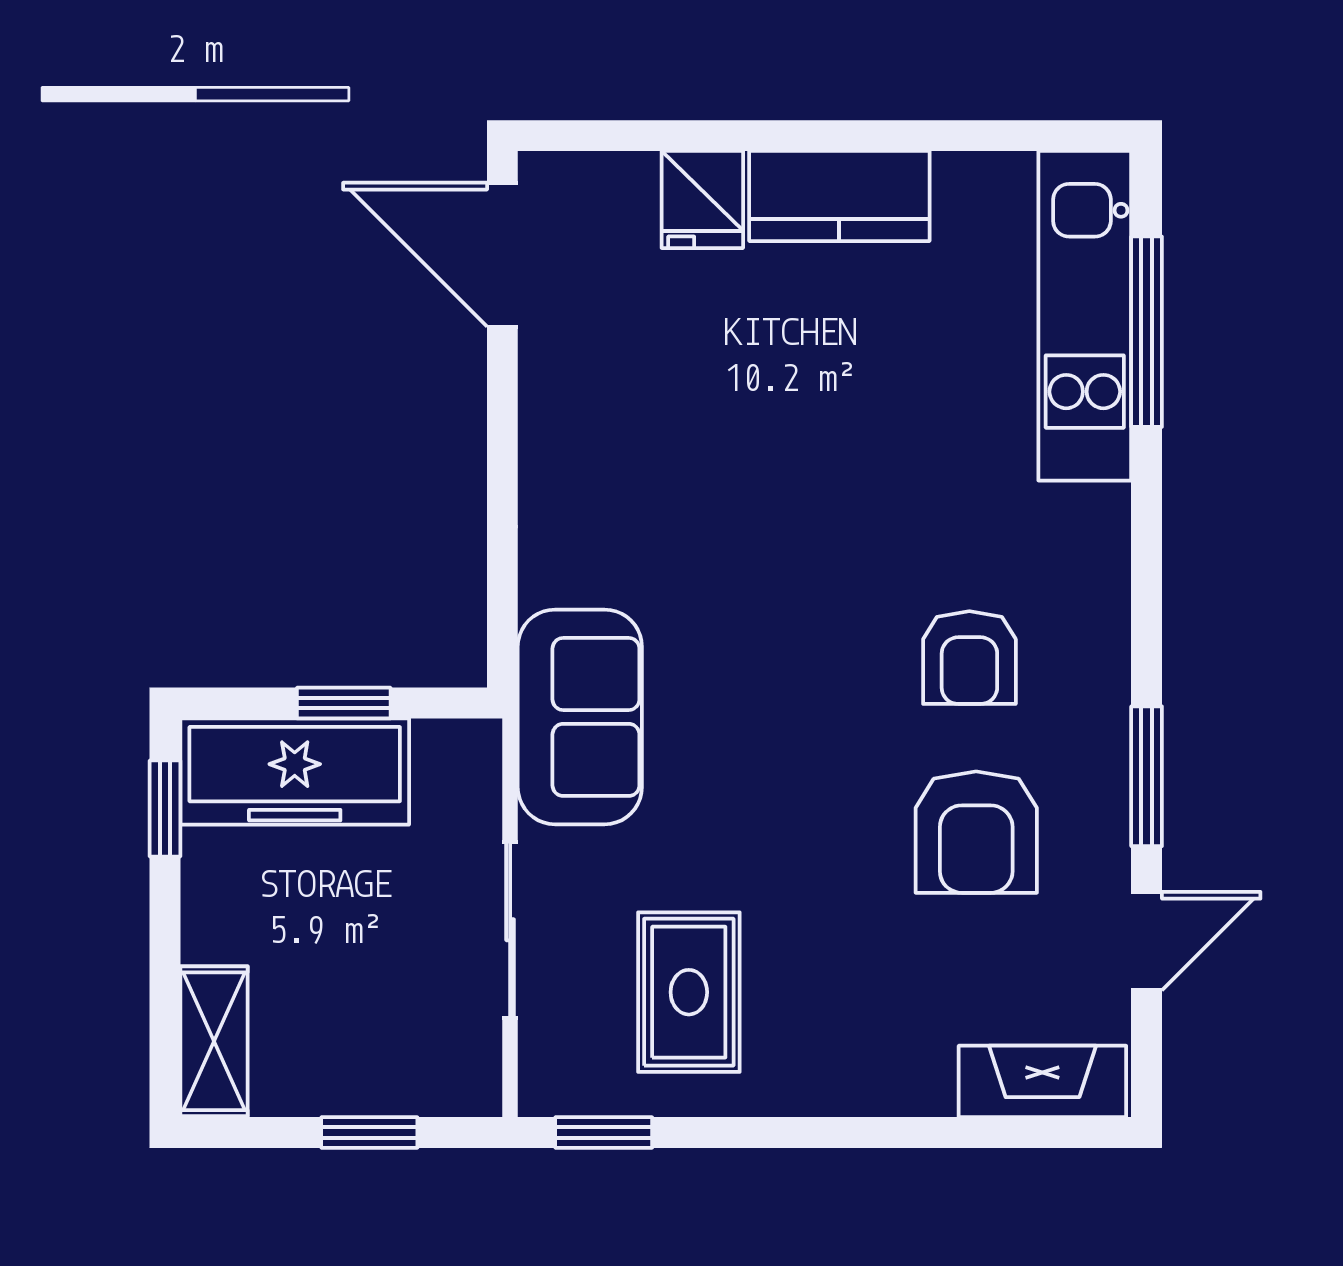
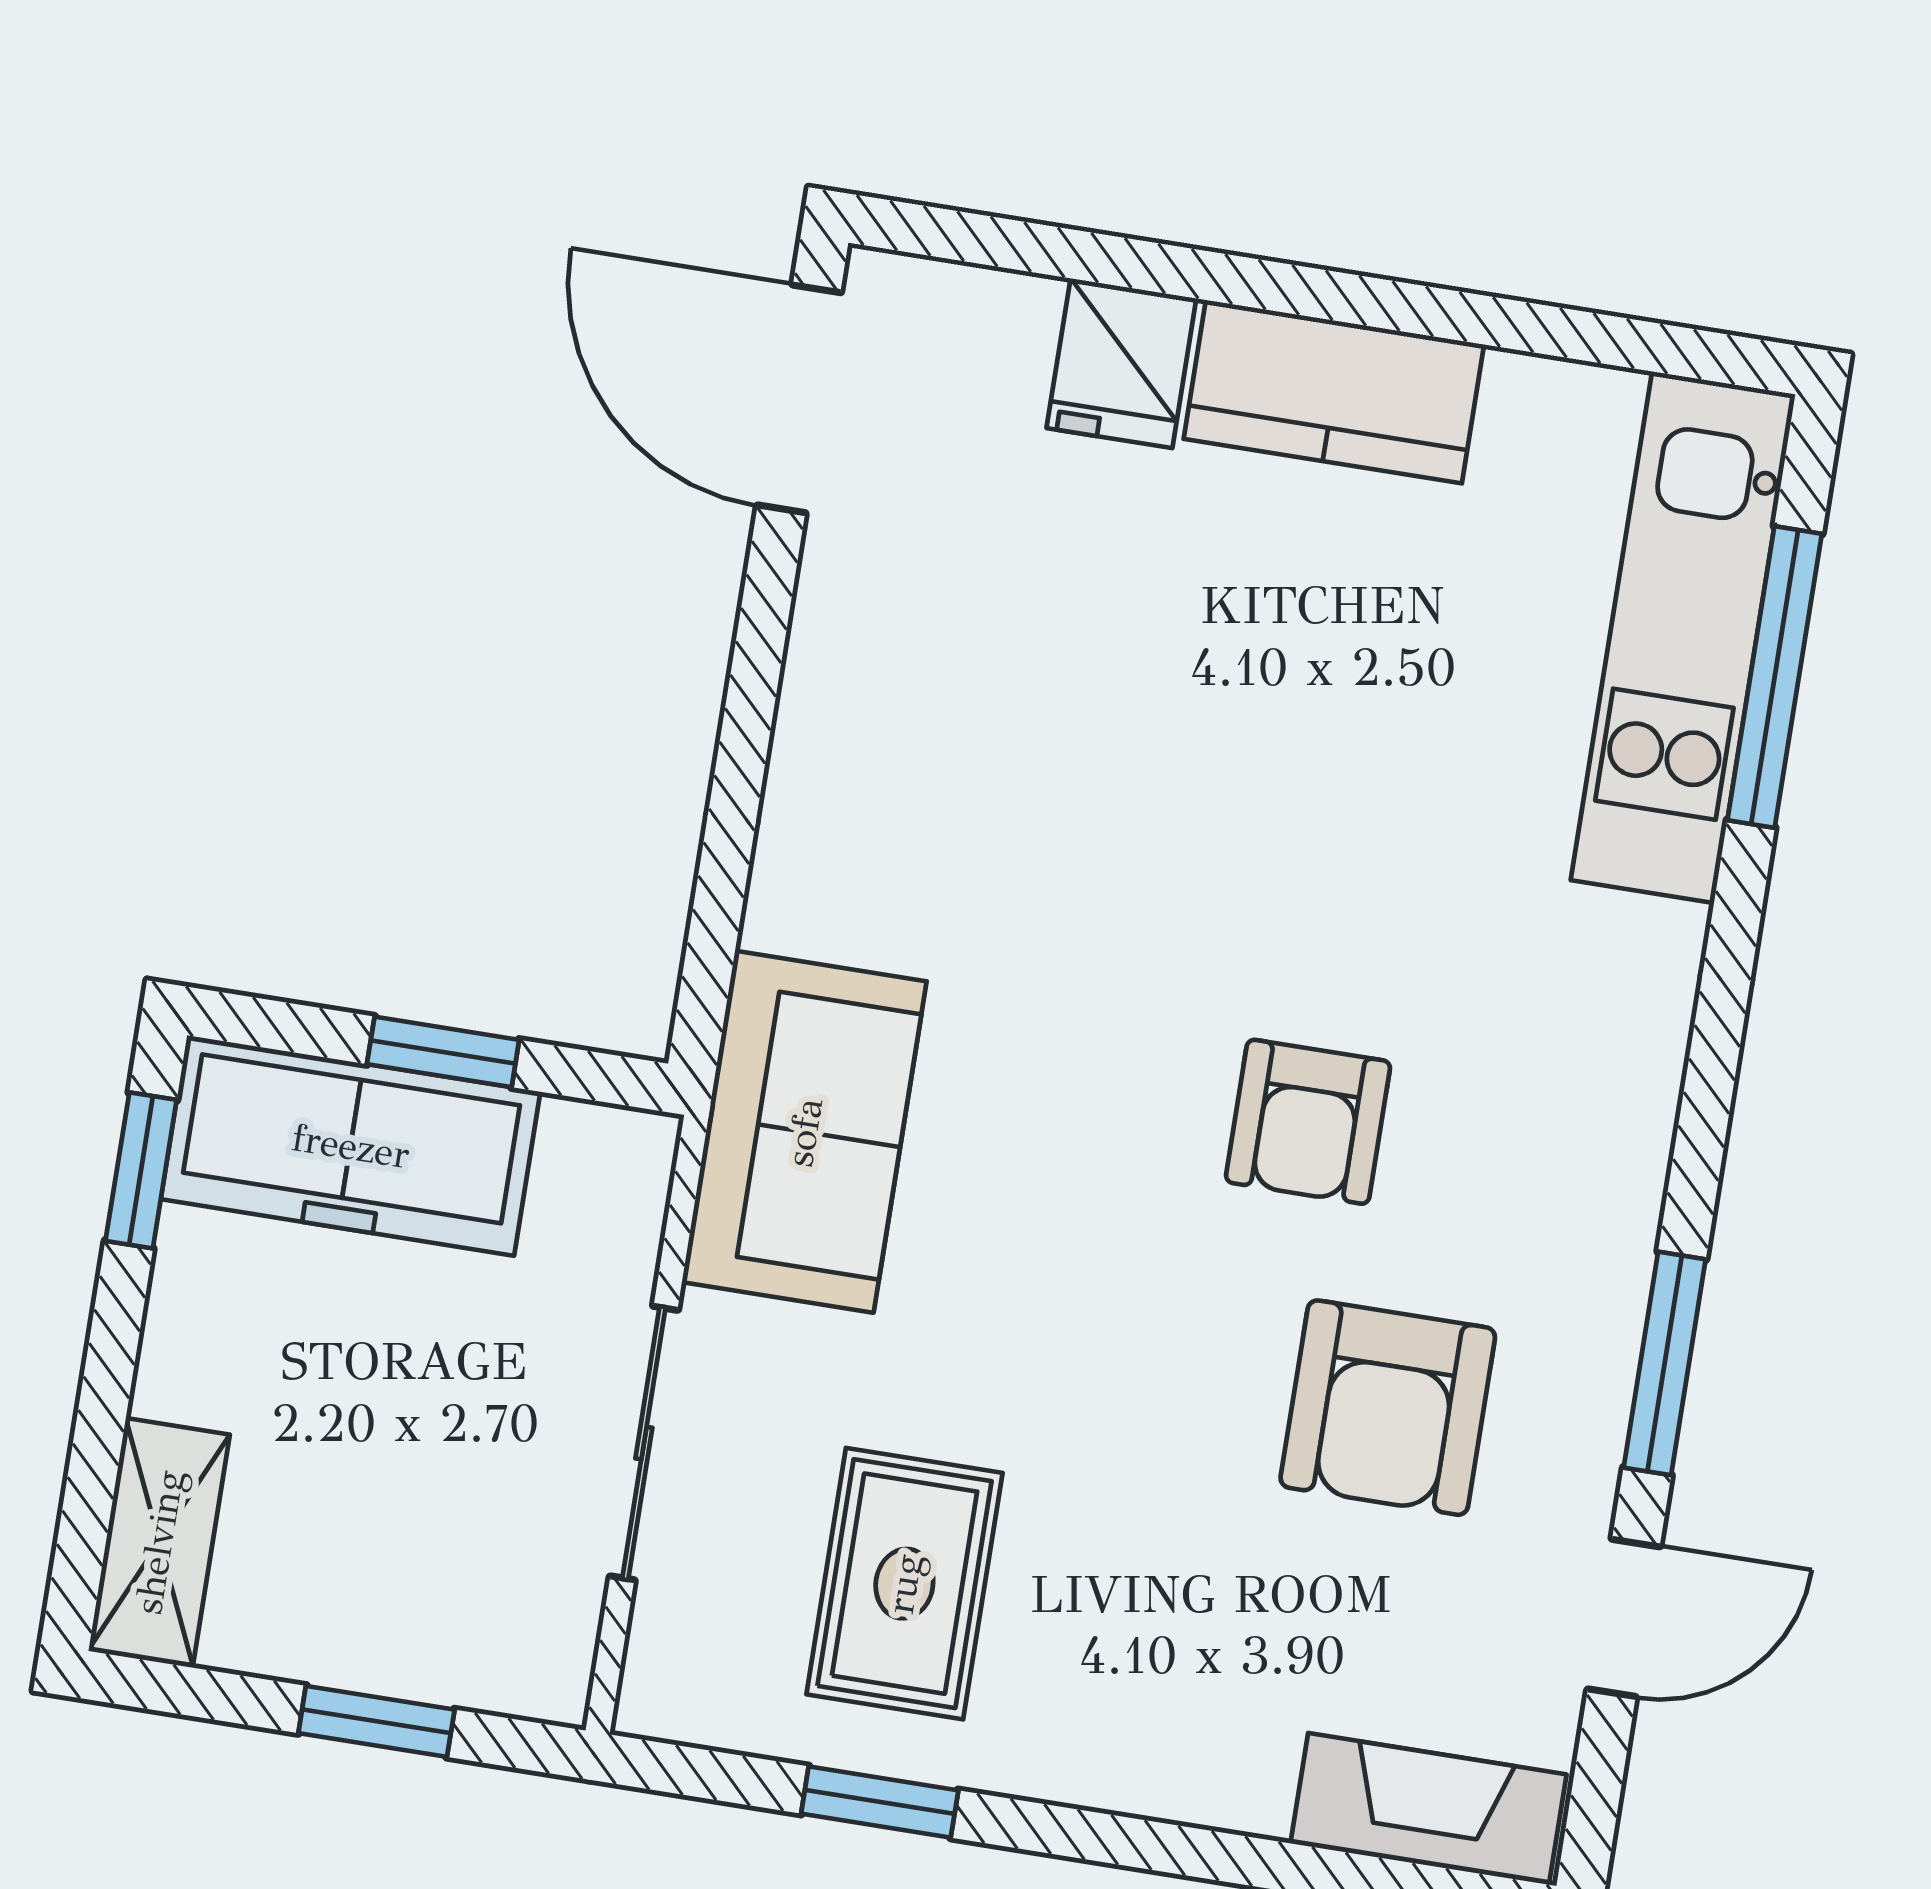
armchair: (969, 658) -> (1308, 1122), moved
window: (604, 1133) -> (880, 1802), moved

